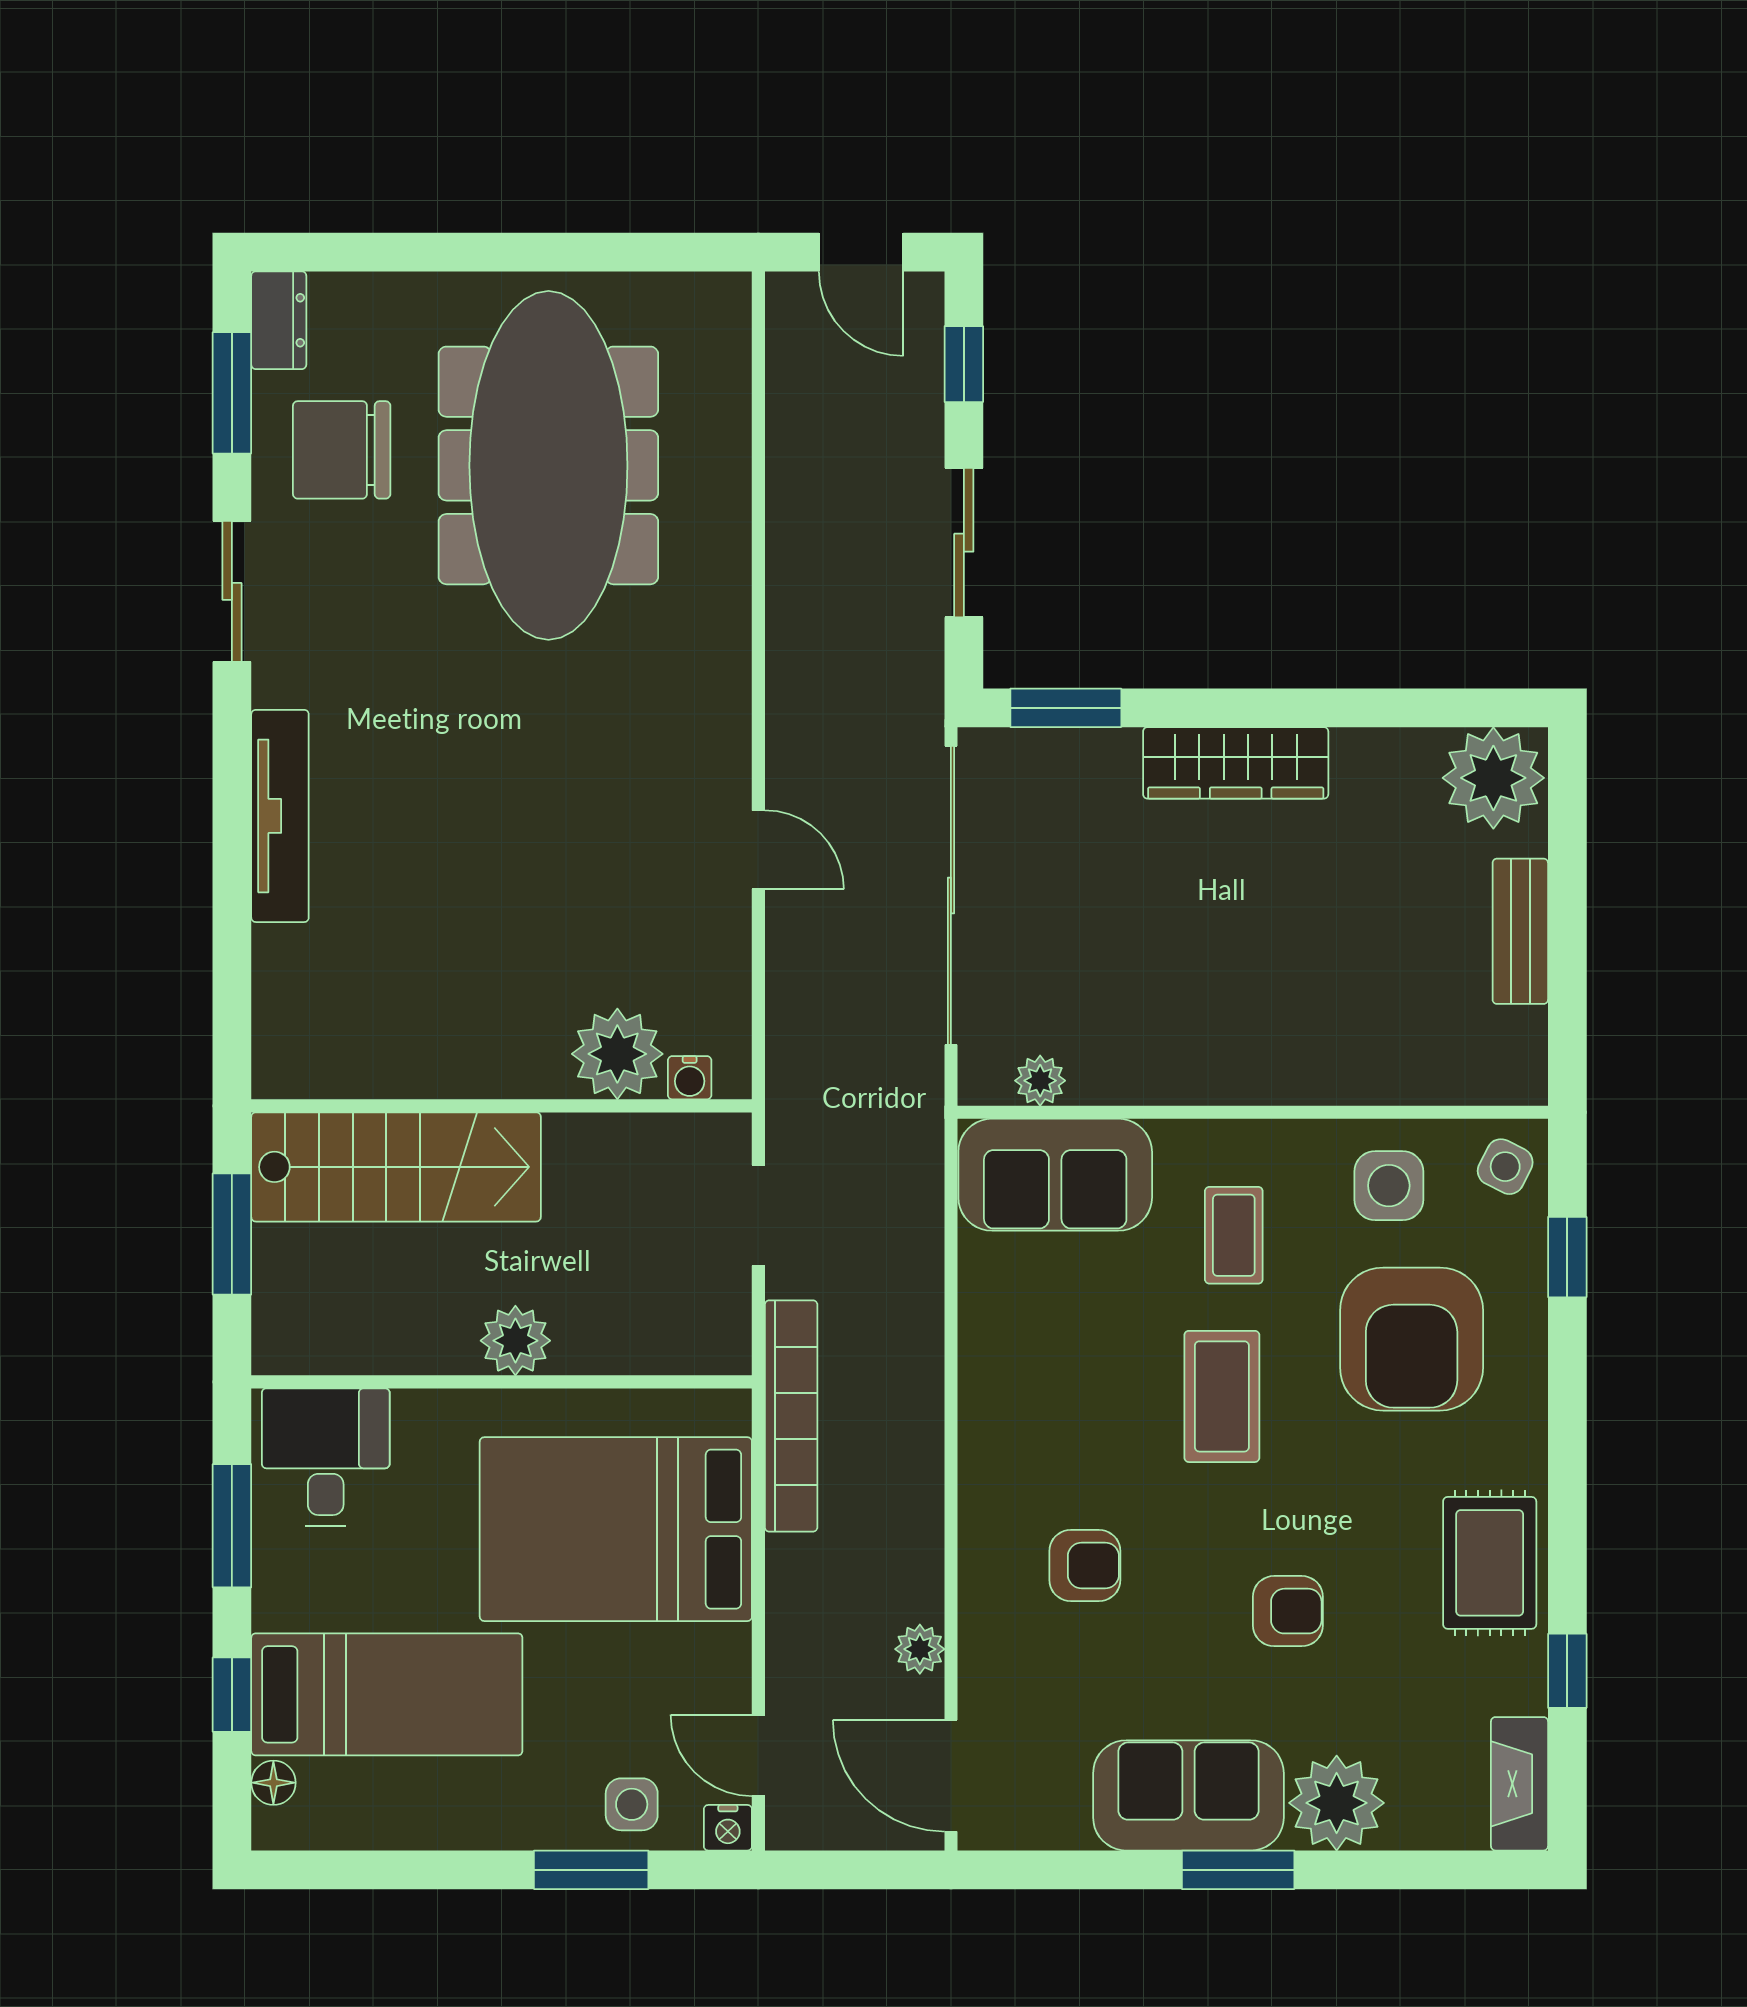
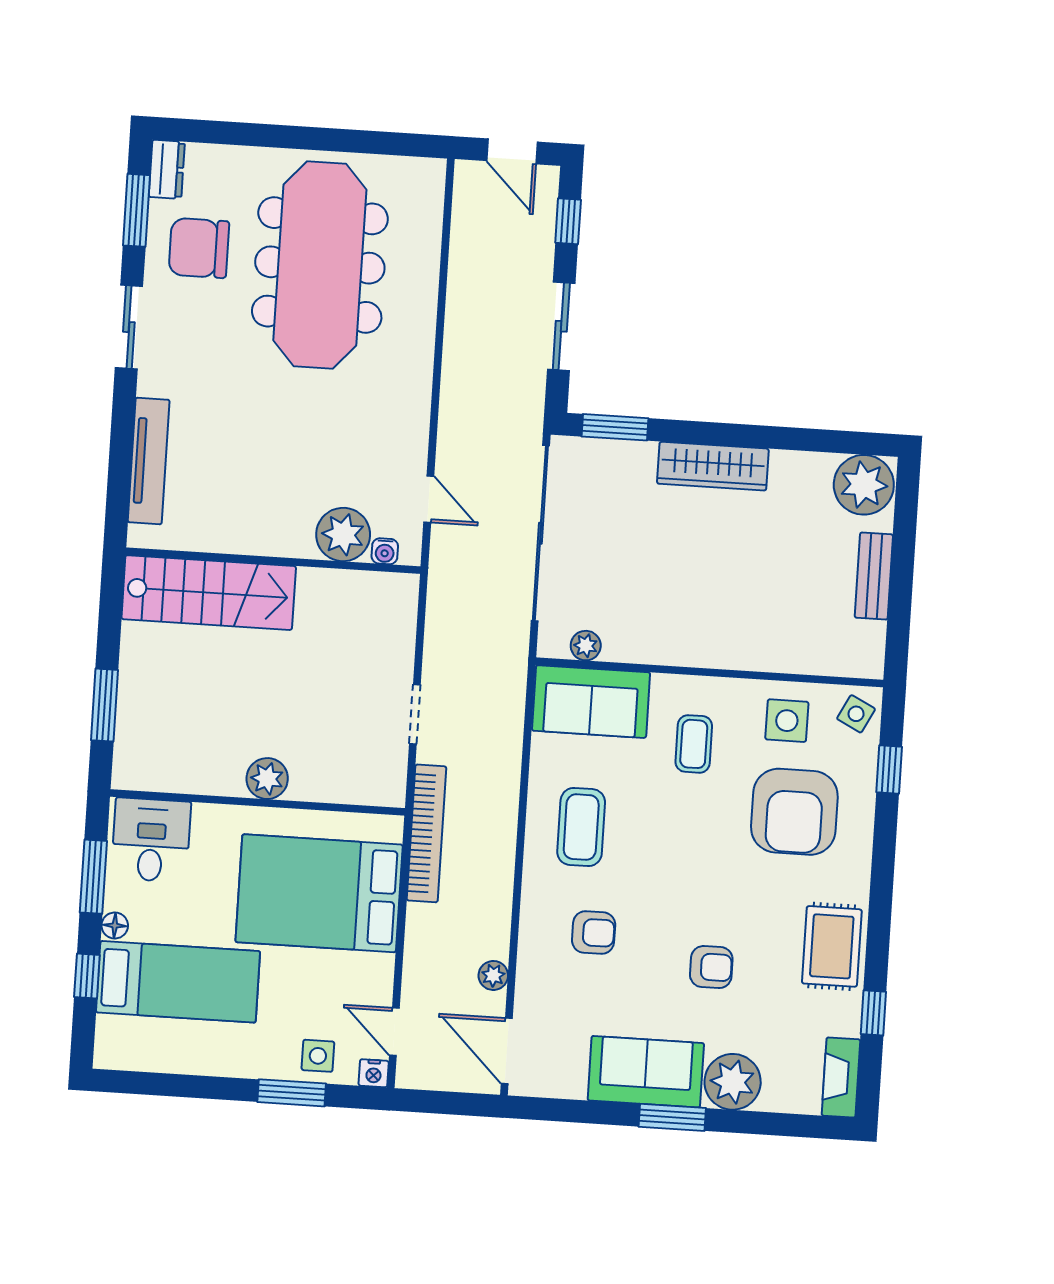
plant: (617, 1054) -> (343, 535), moved
water cooler: (690, 1078) -> (385, 551), moved
wall: (502, 1106) -> (273, 561), moved
stairs: (396, 1167) -> (209, 593), moved
coffee table: (1222, 1396) -> (581, 827), moved
floor lamp: (273, 1783) -> (115, 926), moved

